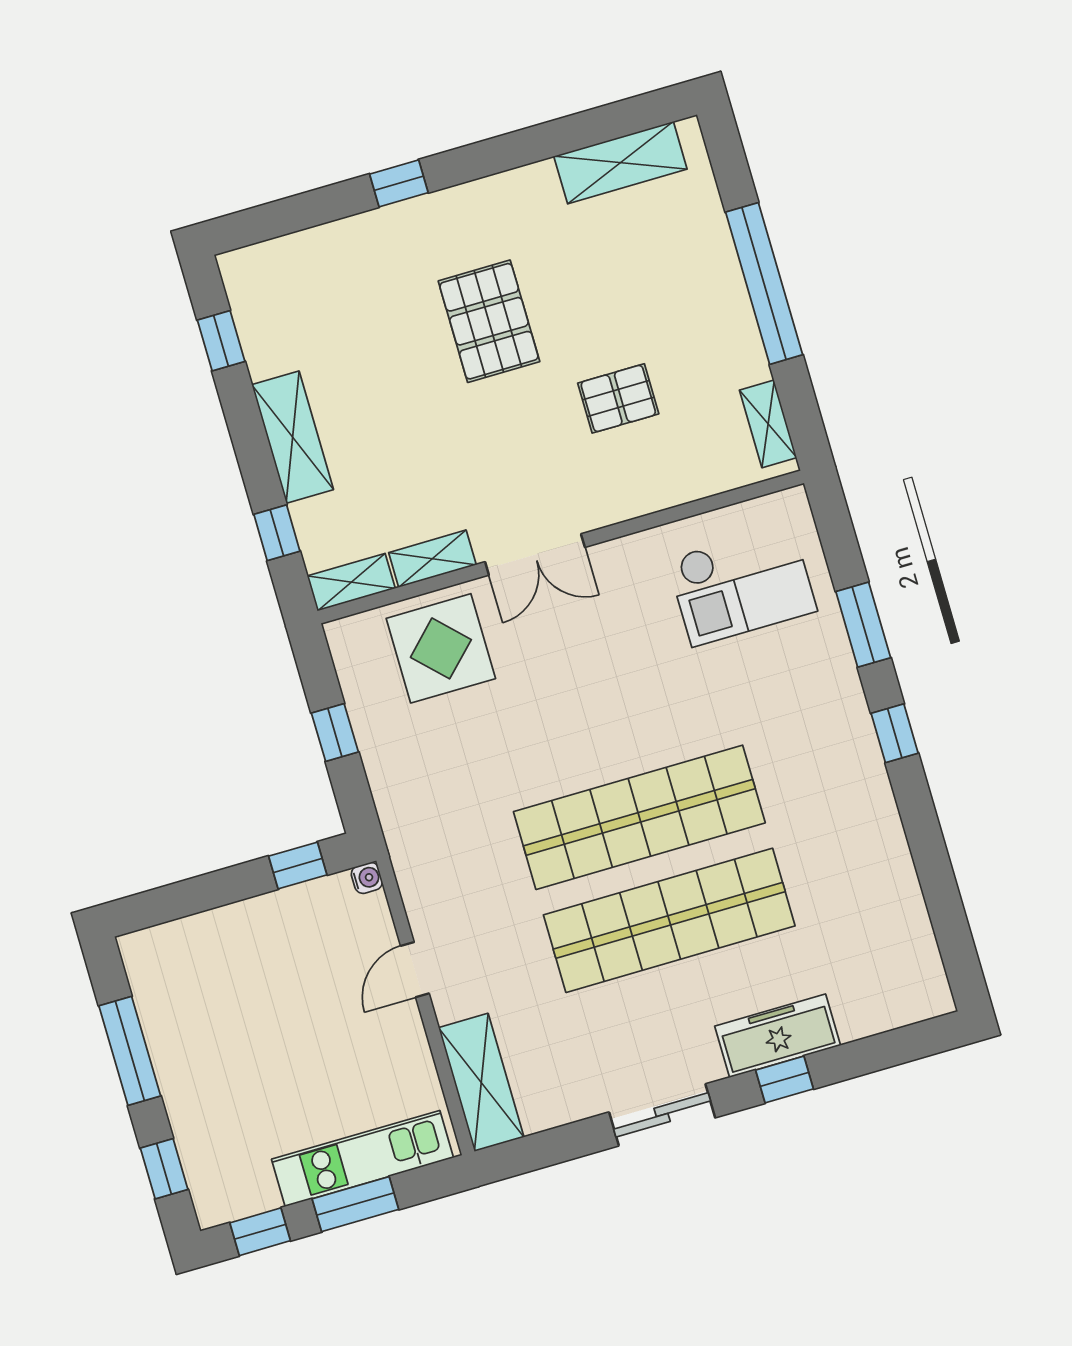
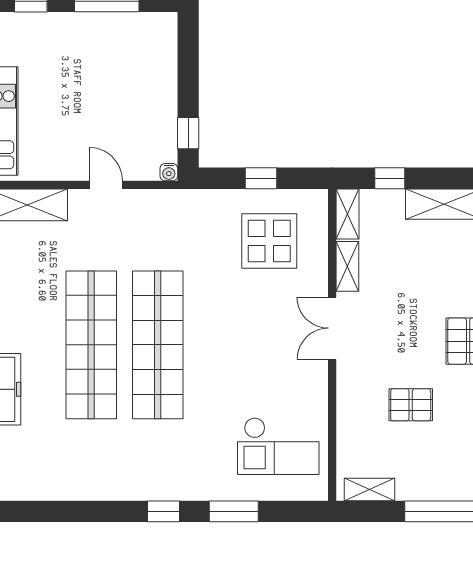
pallet: (618, 398) -> (411, 405), turned 90
checkout: (742, 585) -> (278, 446), turned -90
display table: (441, 648) -> (269, 241), moved

